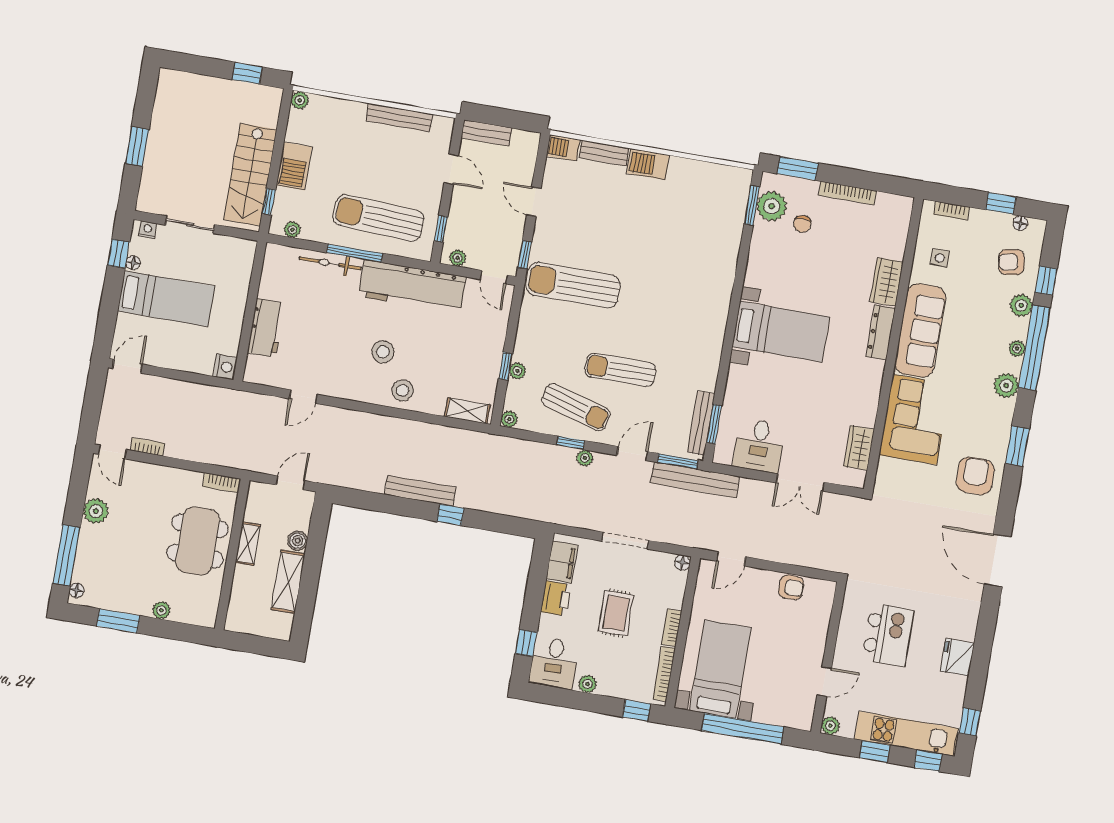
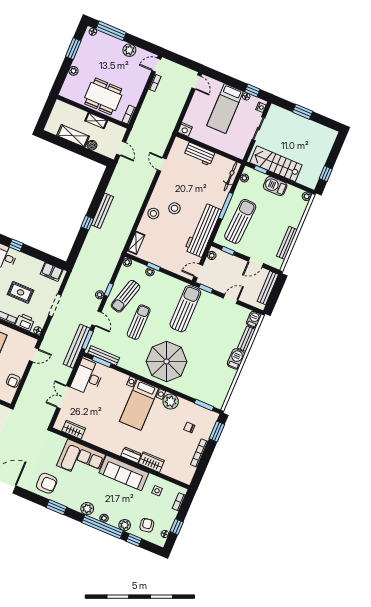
bench: (487, 133) -> (268, 288), width x1.36
plant: (772, 206) -> (171, 402), moved
bicycle: (330, 263) -> (230, 176), moved
parasol: (684, 298) -> (167, 361), added
dresser: (881, 332) -> (131, 455), width x0.70
desk: (759, 446) -> (88, 377), width x1.37
door: (731, 559) -> (34, 355), swing flipped
printer: (556, 598) -> (25, 322), moved, turned 180

